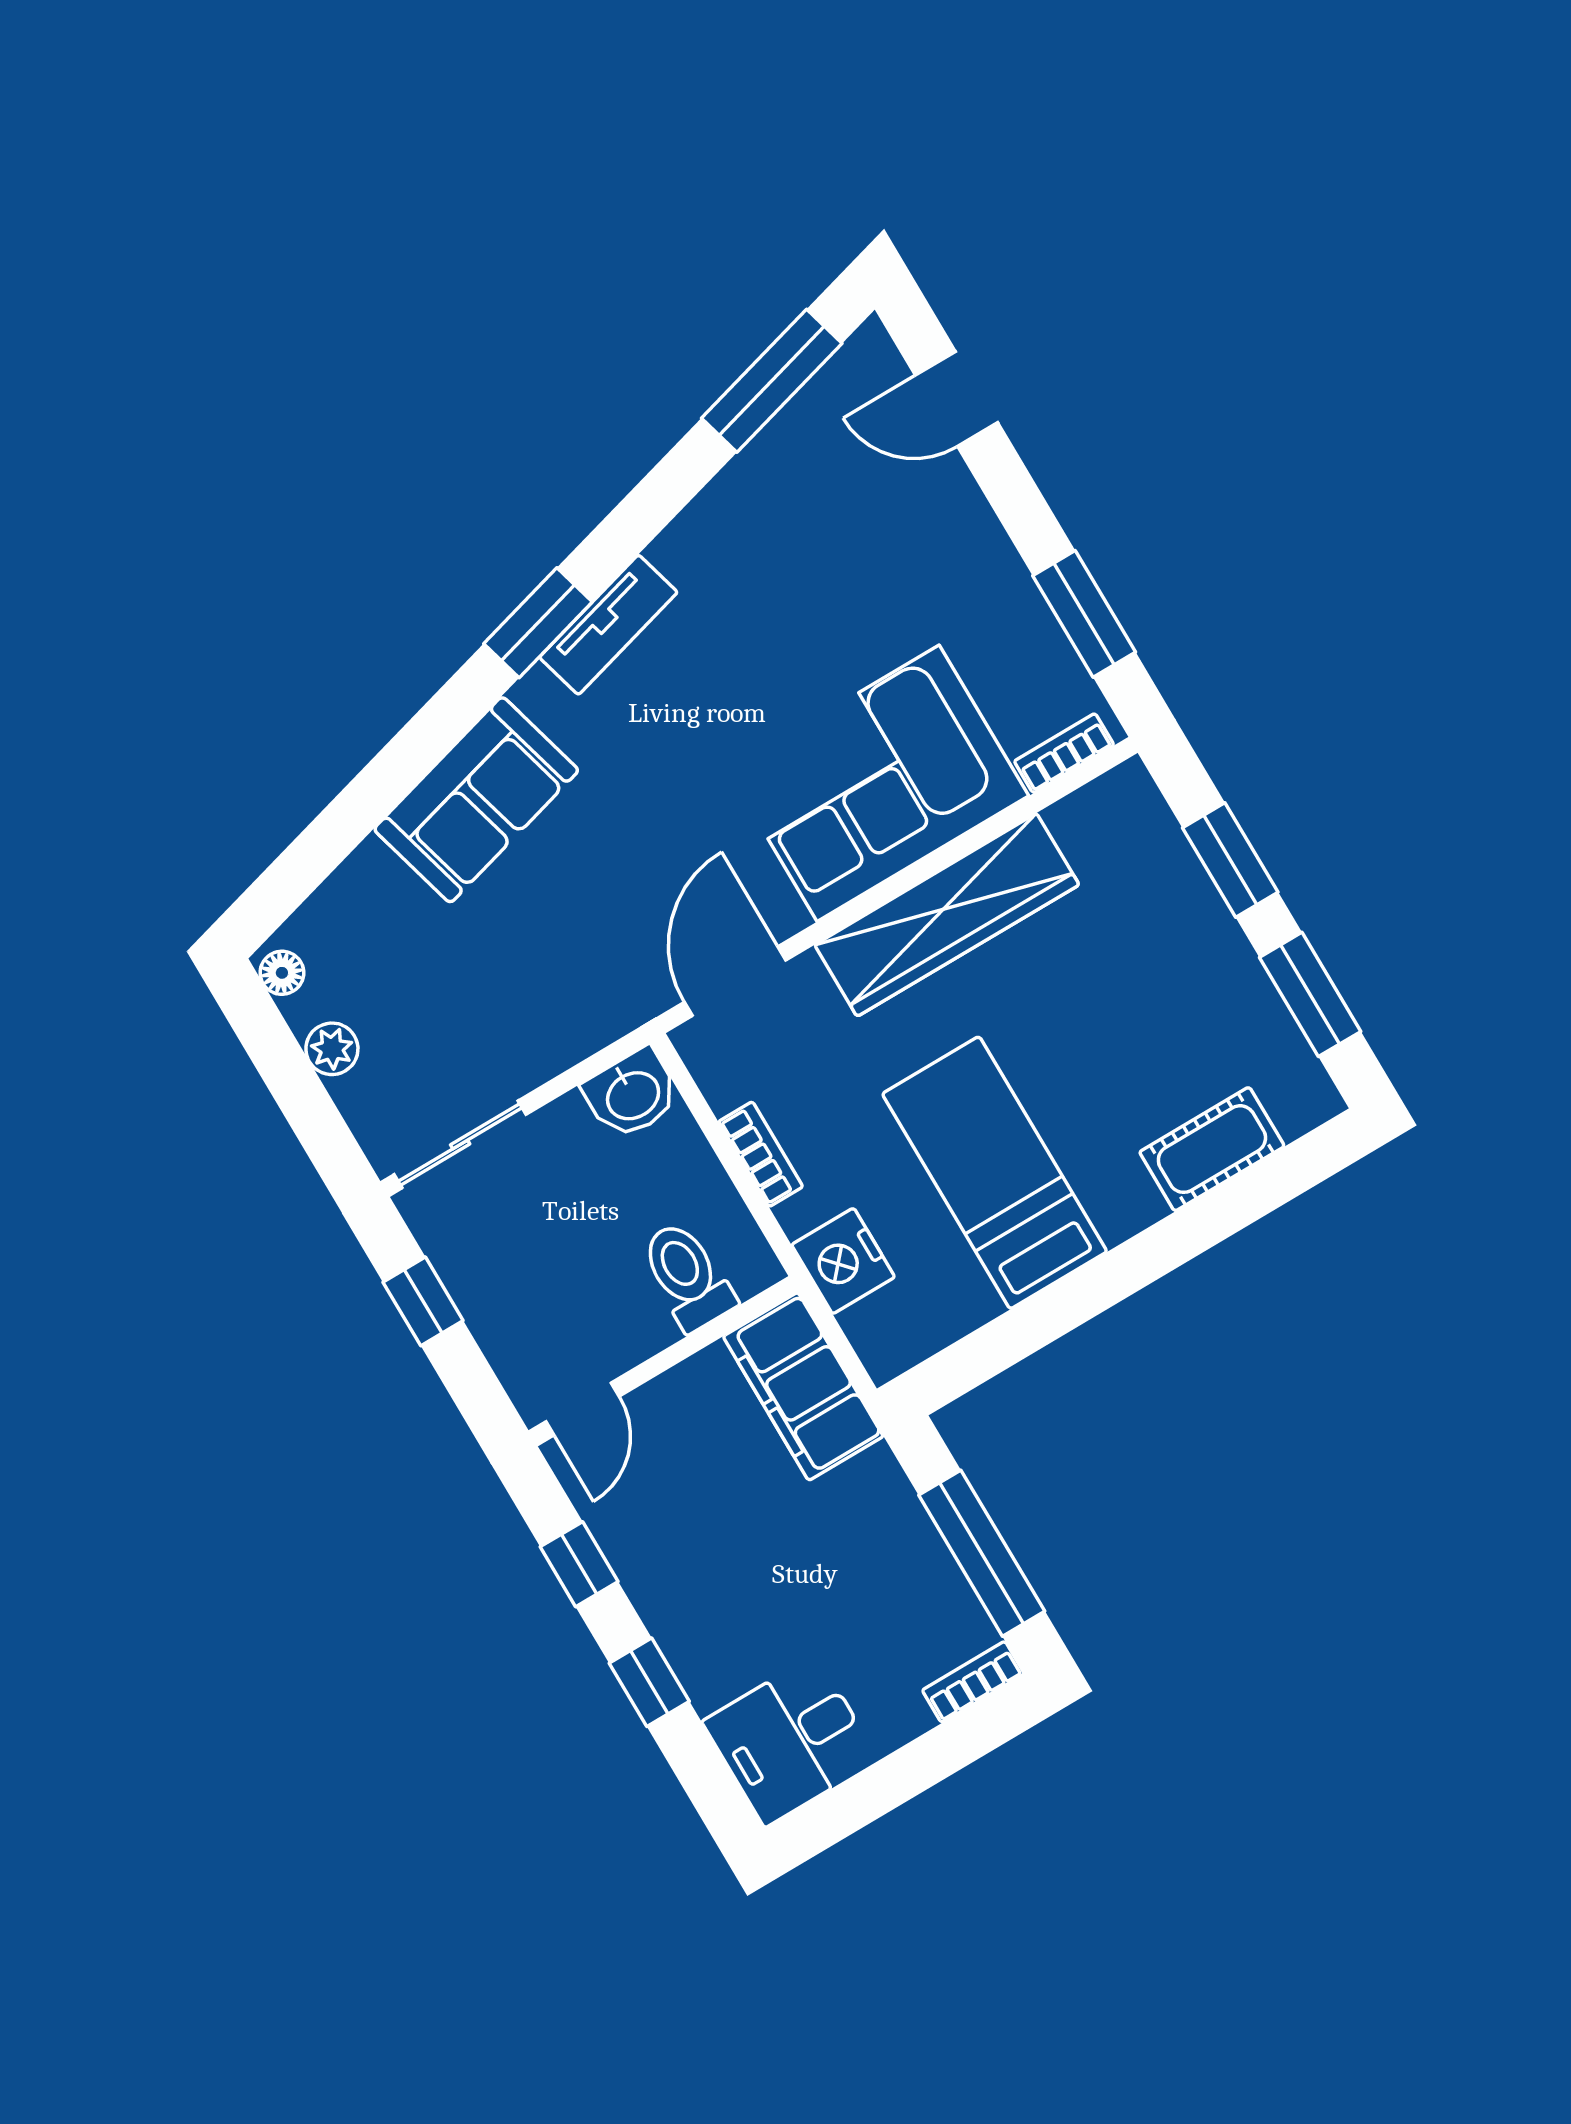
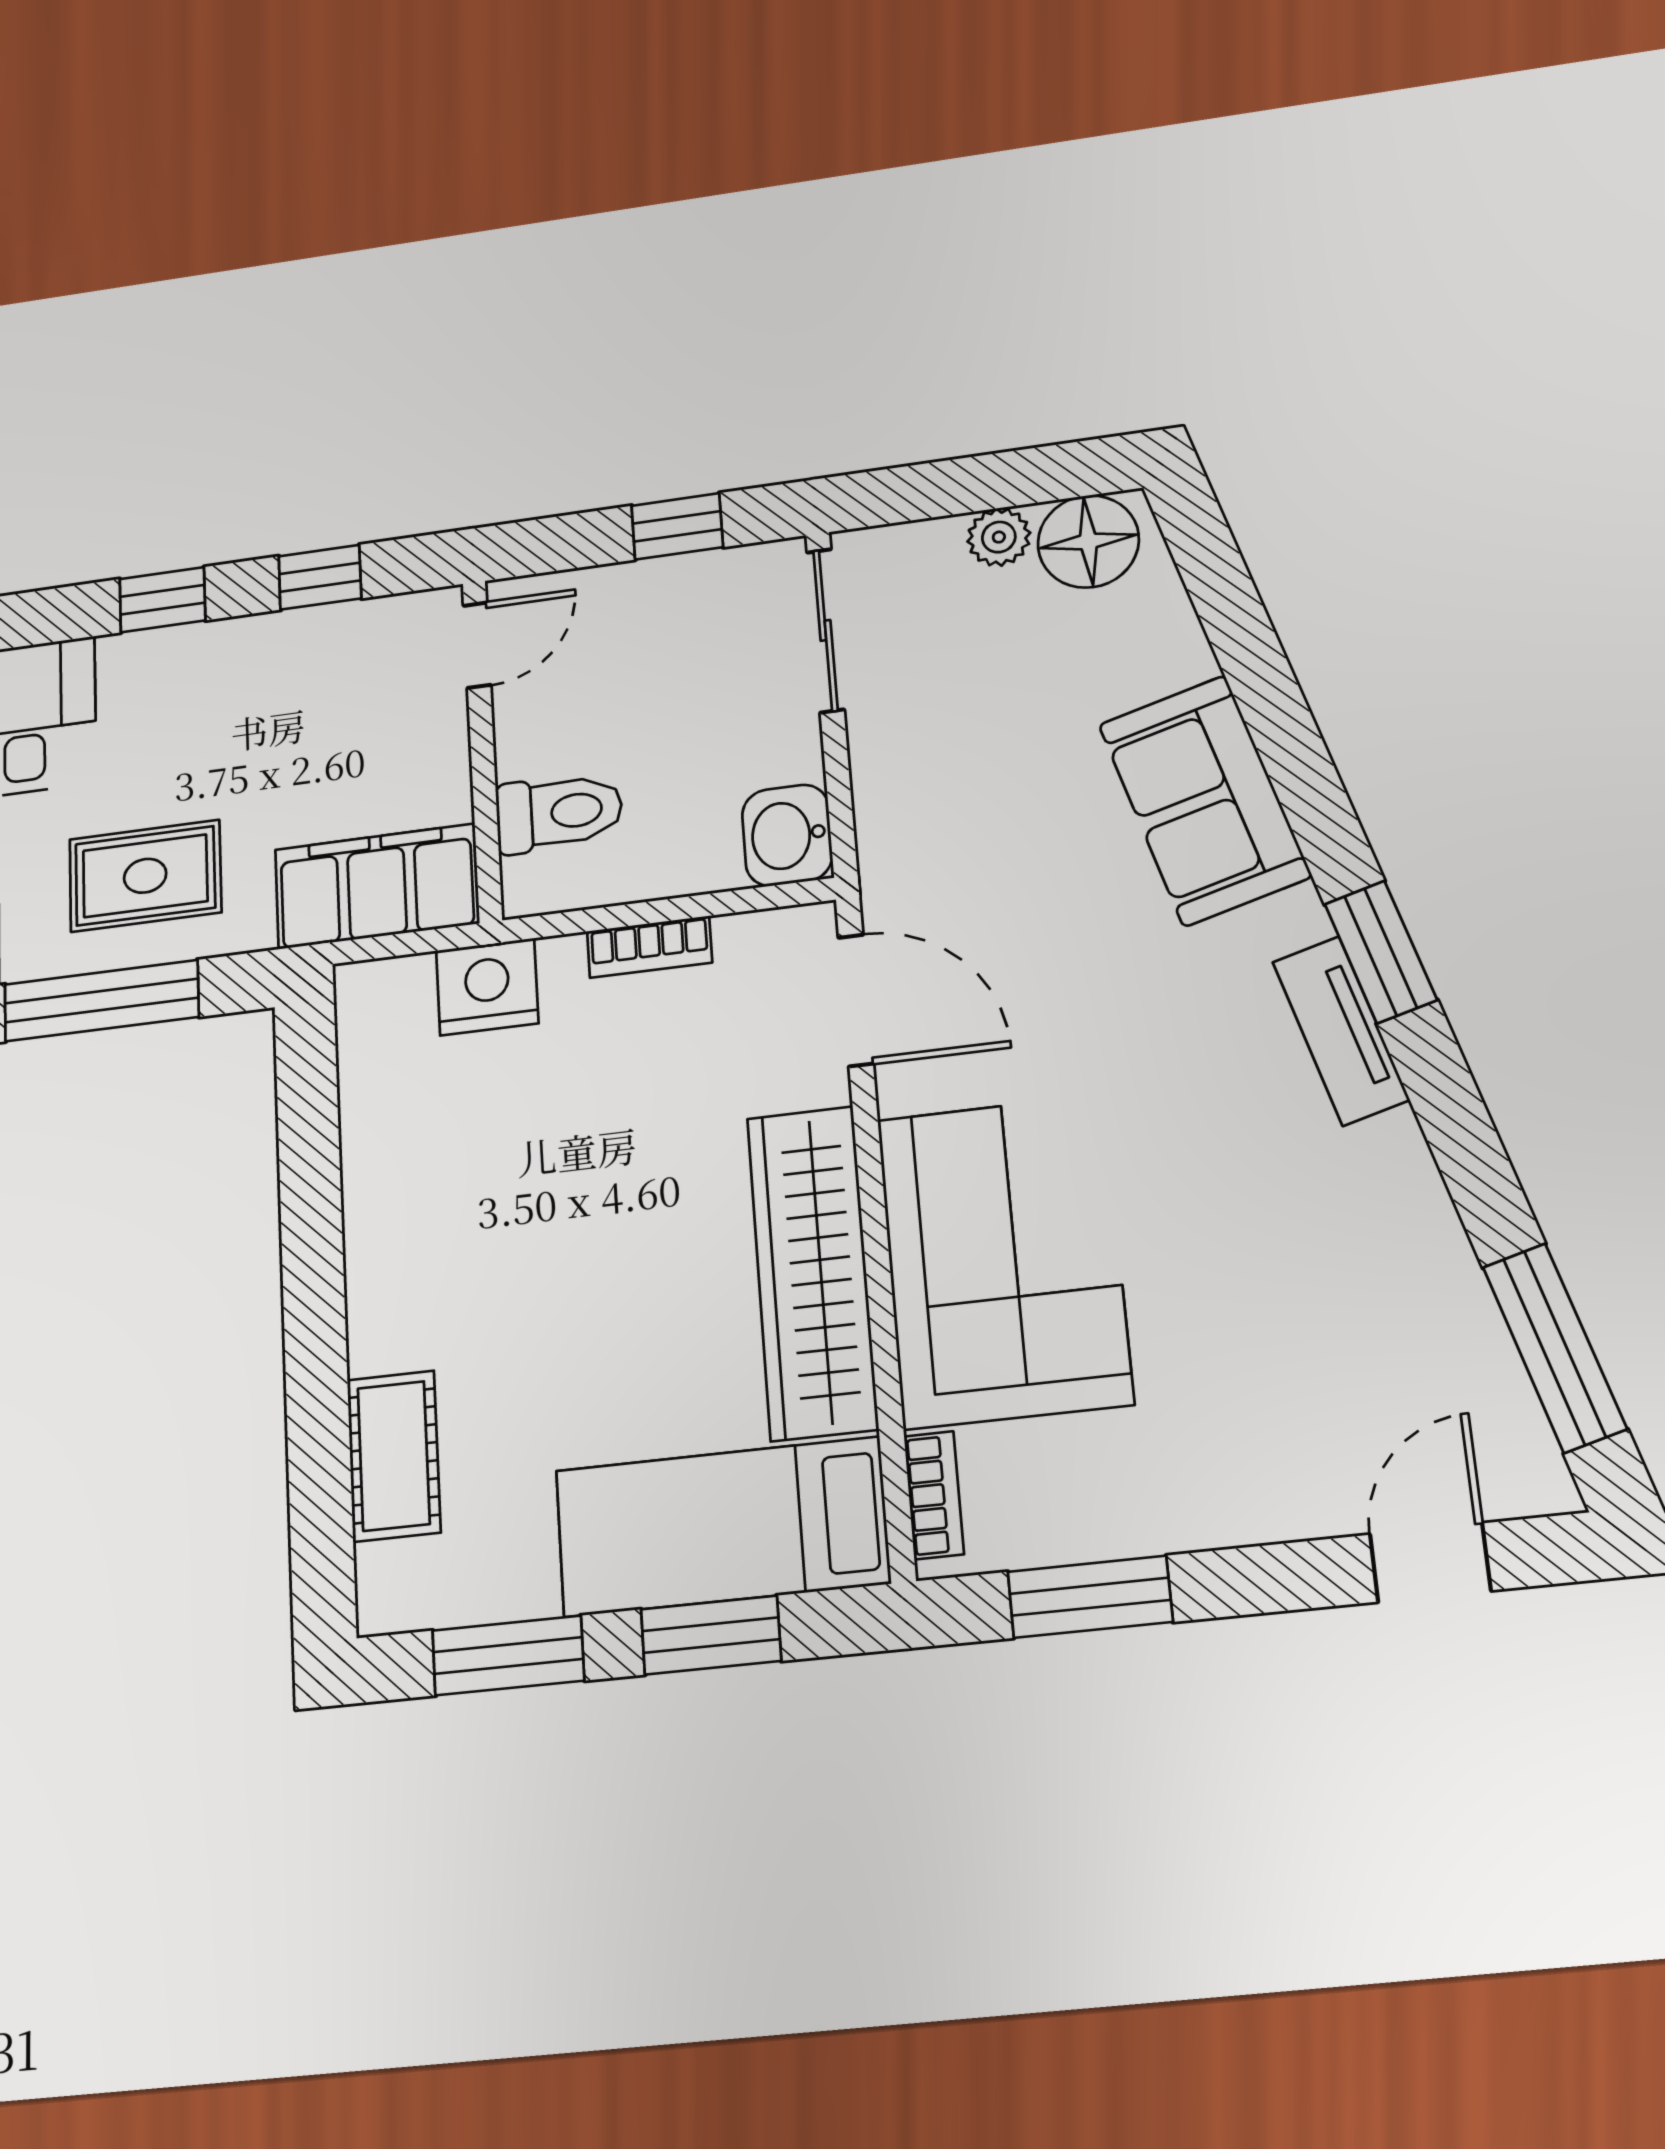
floor lamp: (282, 973) -> (1088, 541), width x1.89, depth x1.89
bed: (995, 1173) -> (722, 1527), moved, turned 180
door: (582, 1409) -> (477, 645), swing flipped
rug: (872, 1573) -> (145, 876), added

